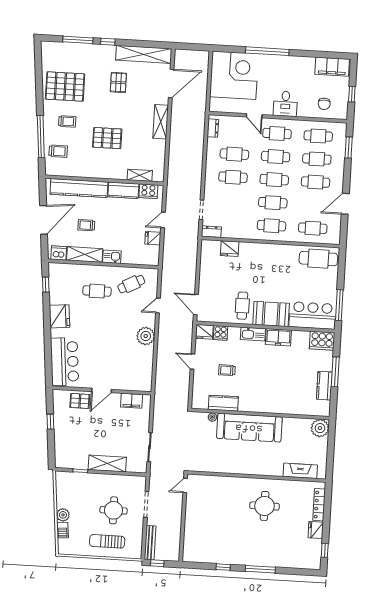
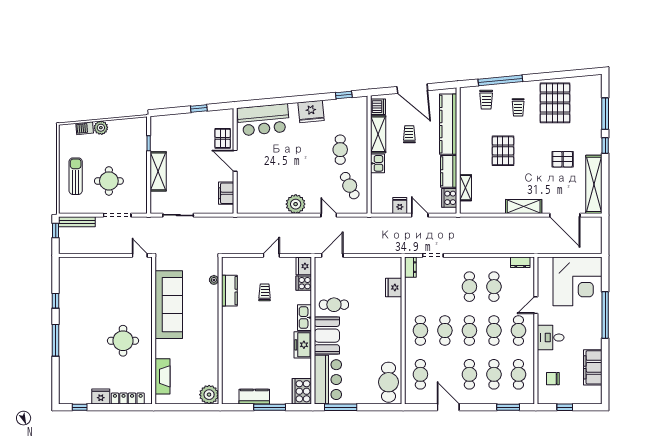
filing cabinet: (332, 67) -> (593, 367), moved
sofa: (249, 428) -> (169, 305), moved, turned 180

